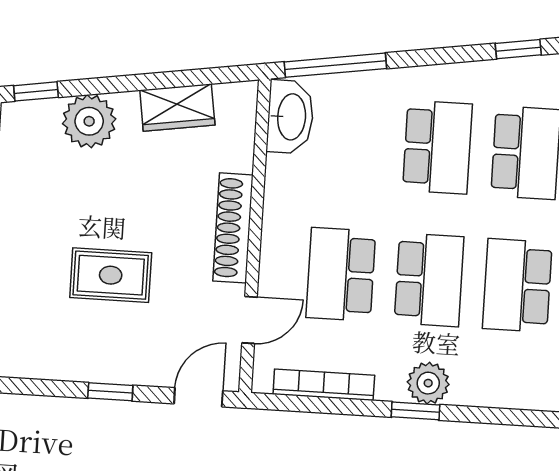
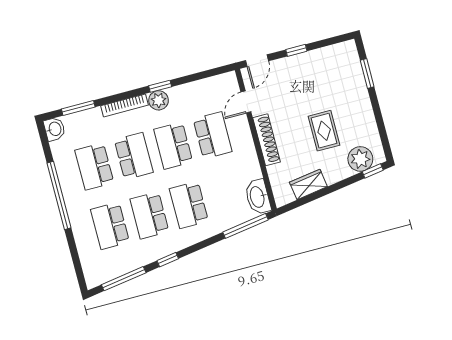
plant: (89, 121) -> (360, 159), moved
rug: (111, 275) -> (324, 131), moved, turned 90
bookcase: (324, 385) -> (125, 105), moved

